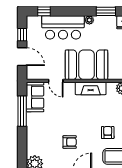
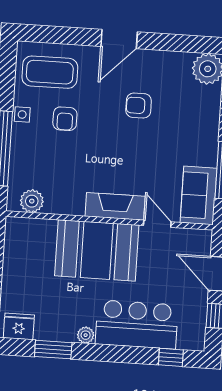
fireplace: (91, 88) -> (115, 206), moved

